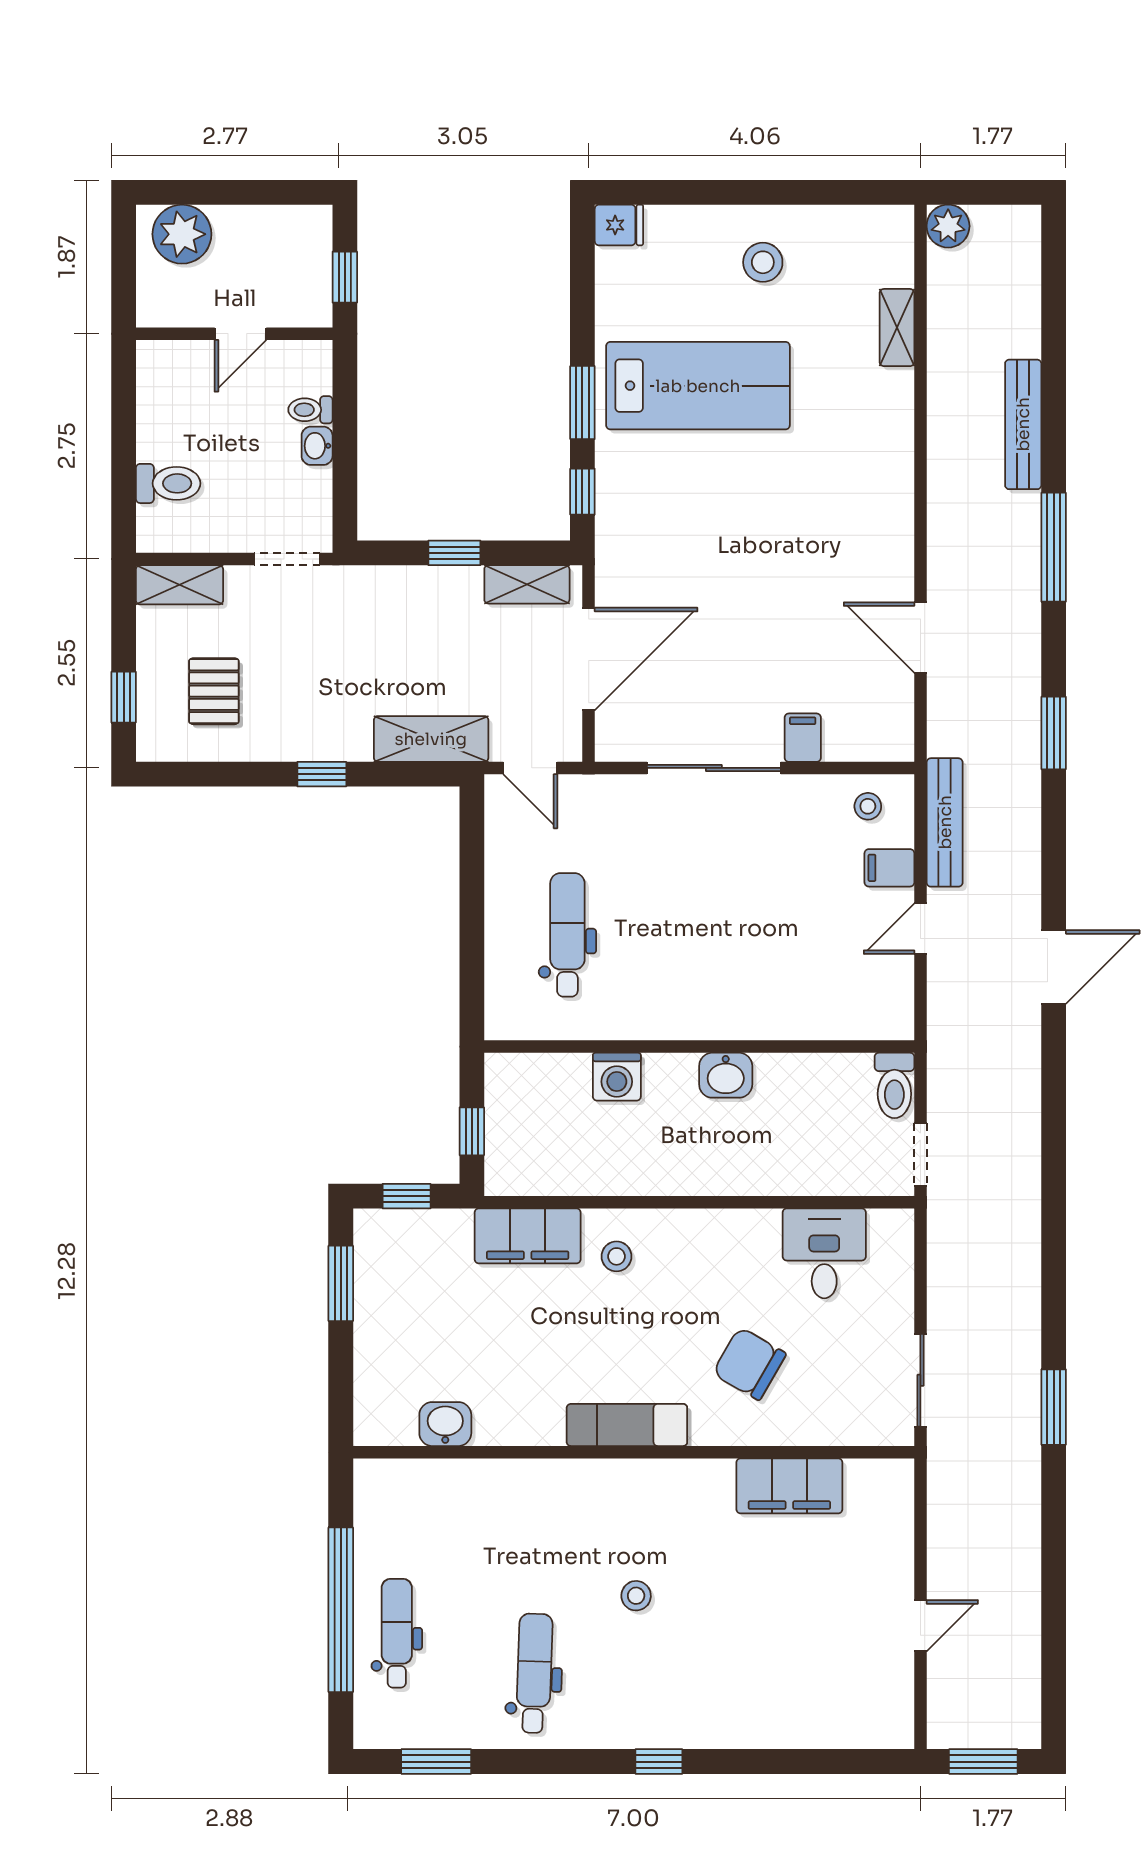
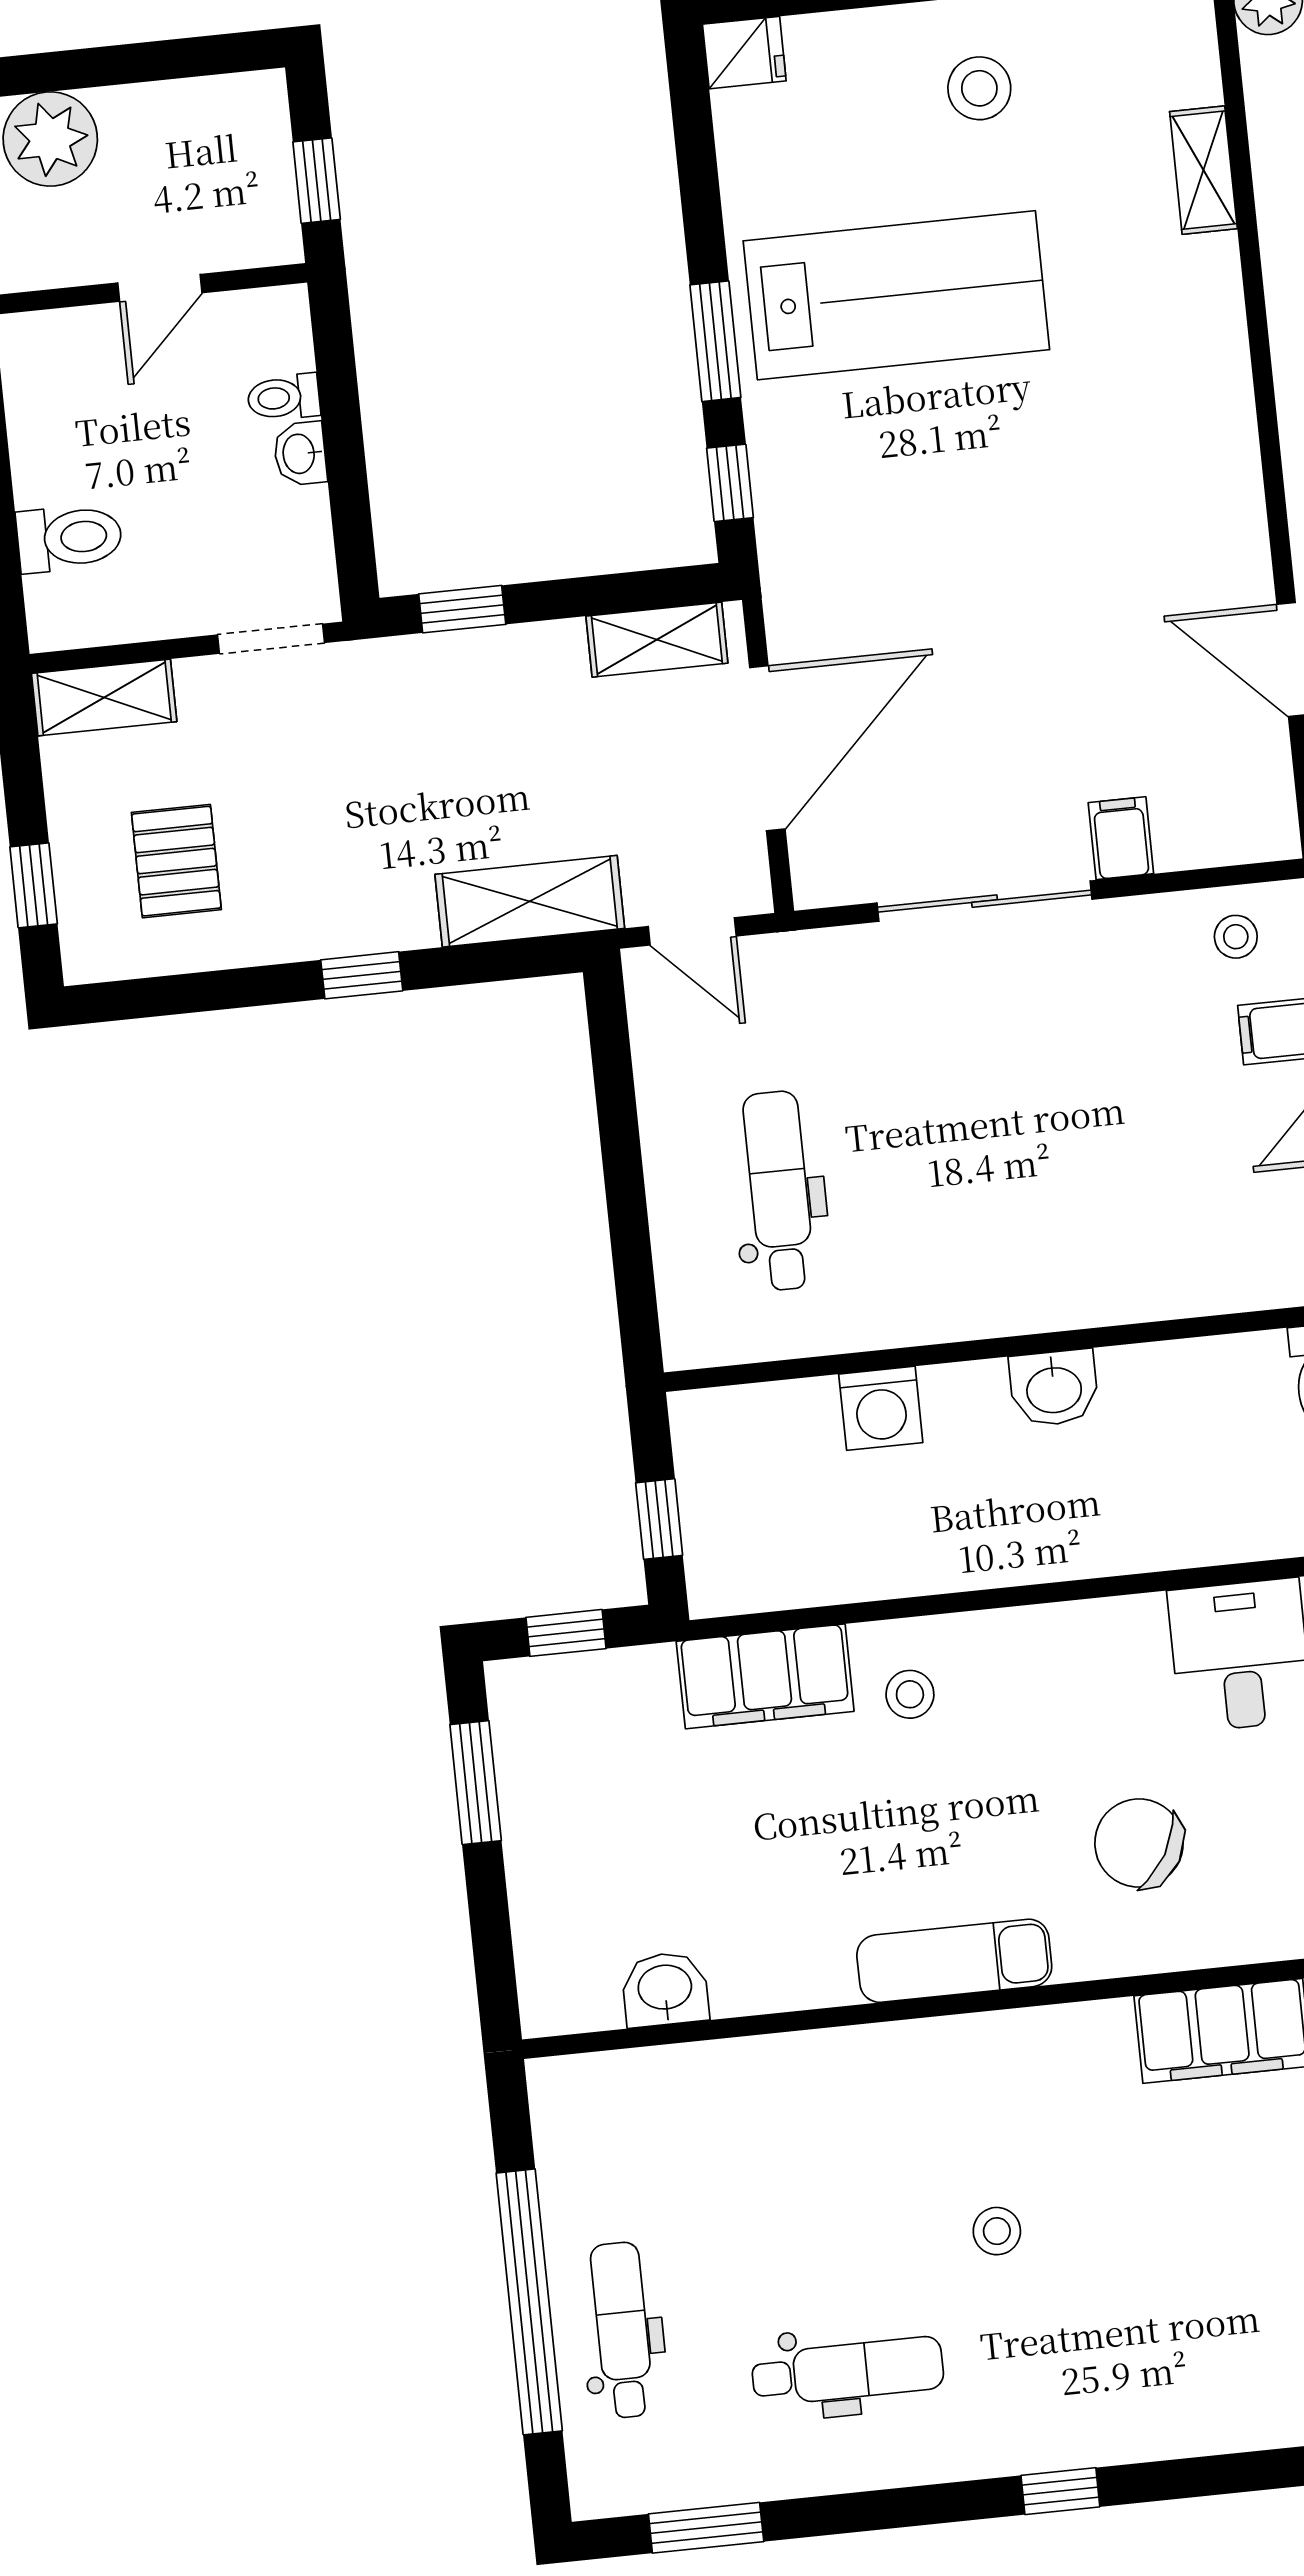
window: (454, 553) -> (462, 609), moved
dental chair: (534, 1673) -> (848, 2371), turned 88

